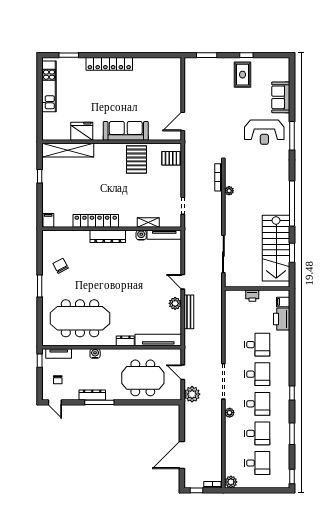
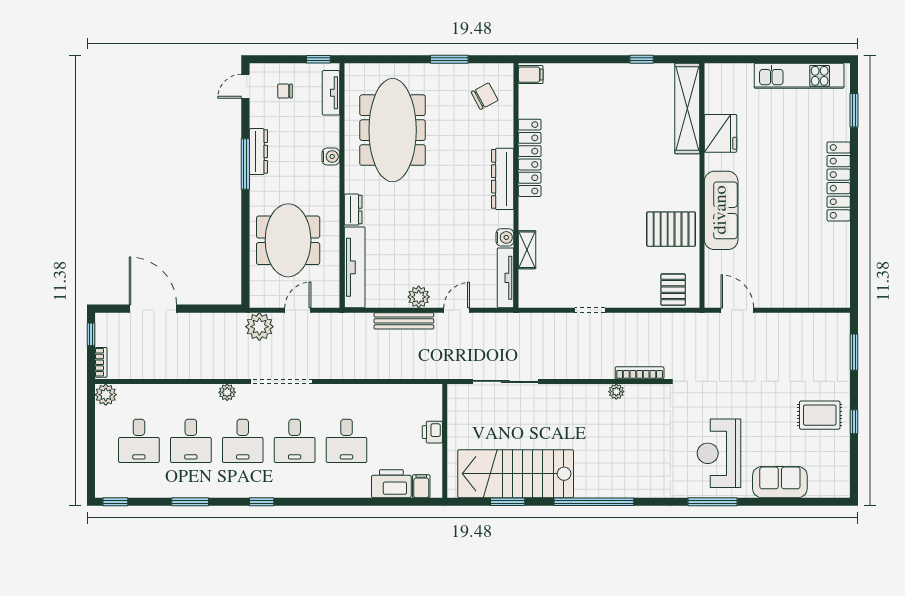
filing cabinet: (48, 220) -> (531, 75), moved
locker: (96, 221) -> (530, 158), moved
shelving: (148, 222) -> (527, 250), moved
wall: (112, 229) -> (516, 186), moved
water cooler: (141, 235) -> (505, 237), moved
tv unit: (164, 235) -> (506, 278), moved
dresser: (108, 236) -> (503, 179), moved

